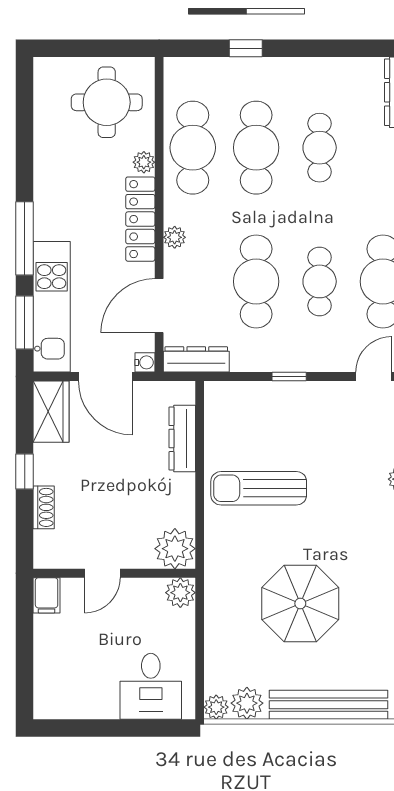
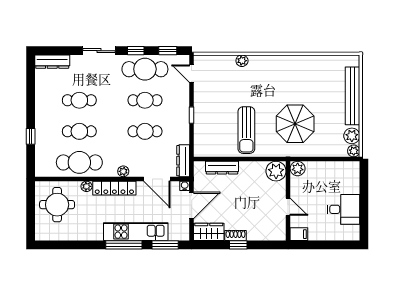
cafe table: (256, 148) -> (79, 131), width x0.73, depth x0.74
cafe table: (256, 281) -> (145, 131), width x0.73, depth x0.74
kitchen unit: (52, 307) -> (136, 232), moved
shoe rack: (44, 507) -> (236, 236), moved
parasol: (300, 603) -> (295, 124), moved
desk: (151, 686) -> (344, 209), moved

